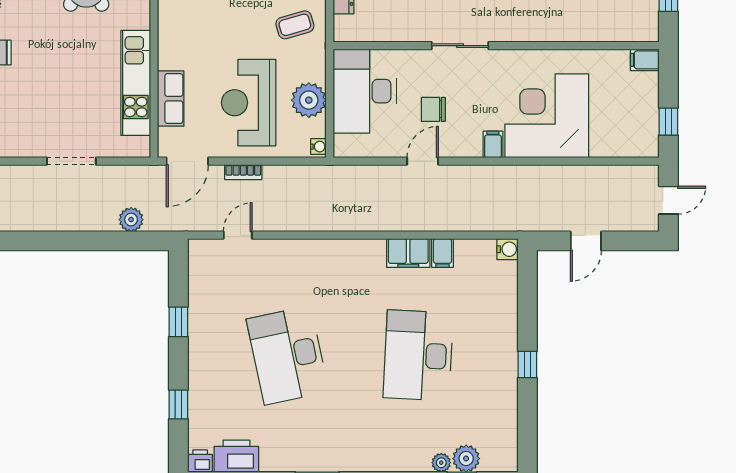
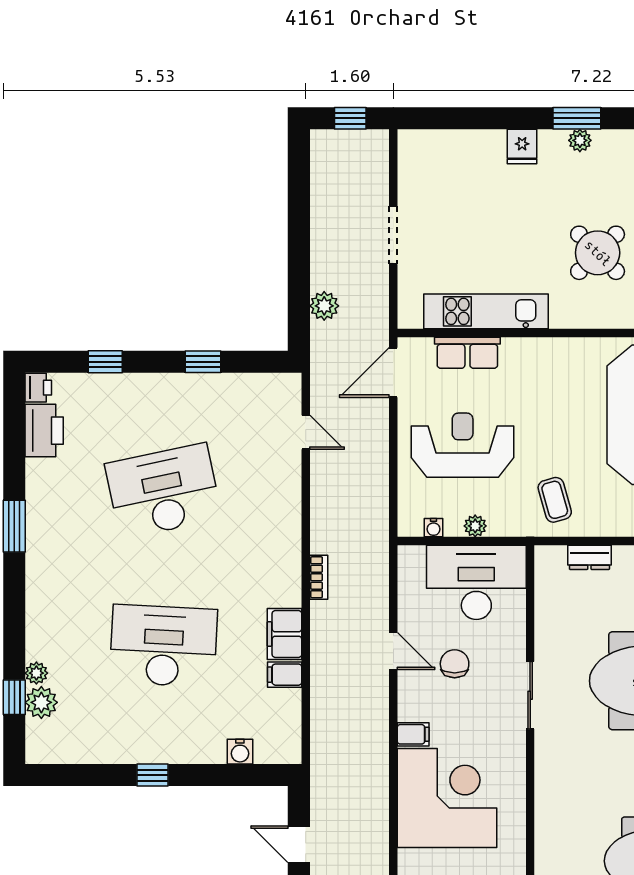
plant: (309, 100) -> (475, 526), width x0.53, depth x0.53
water cooler: (318, 147) -> (434, 528), moved
door: (187, 161) -> (393, 372), hinge flipped
bookcase: (243, 172) -> (319, 577), moved, turned 180
water cooler: (508, 249) -> (240, 752), moved

